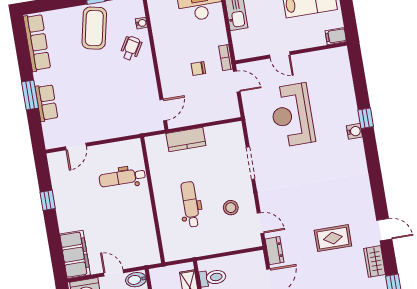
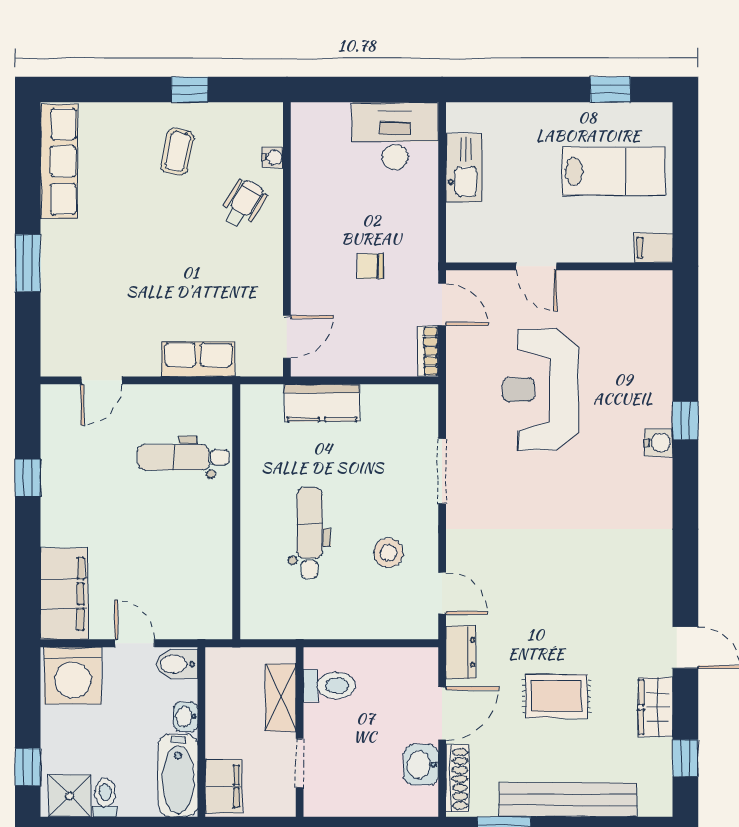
coffee table: (94, 28) -> (177, 152), width x0.54, depth x0.58
bookcase: (226, 58) -> (428, 351), moved
row of seats: (46, 103) -> (198, 359), moved, turned -90
rug: (333, 238) -> (556, 696), moved

